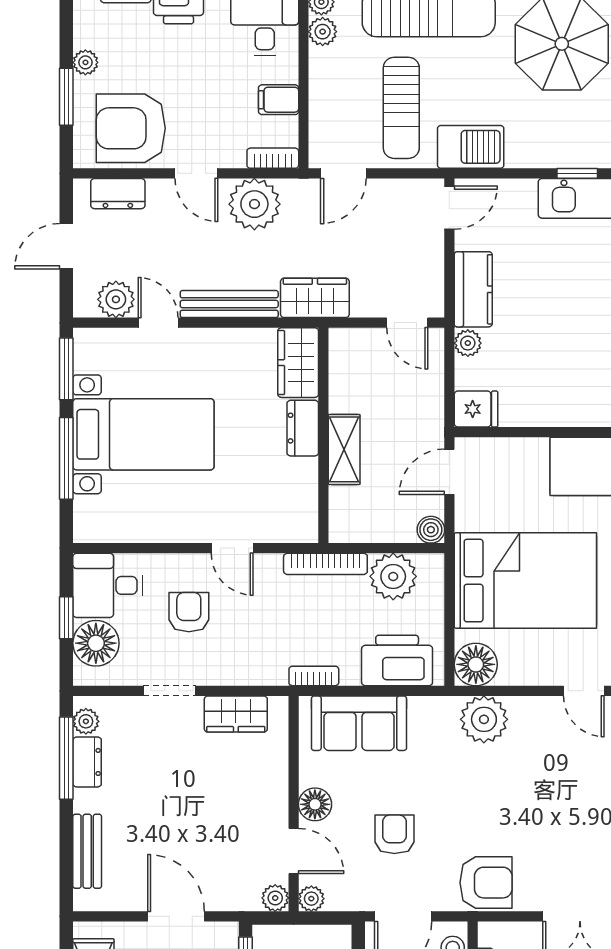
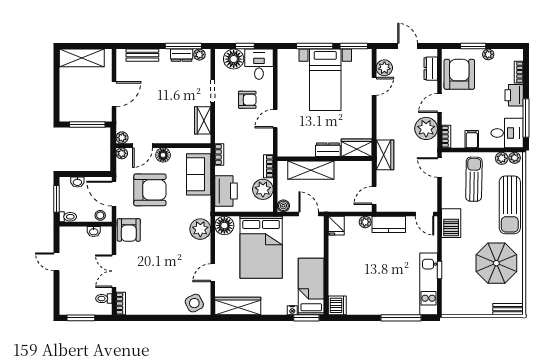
sun lounger: (401, 108) -> (474, 179), moved, turned 91
bench: (229, 304) -> (382, 117), removed
shelving: (344, 449) -> (311, 170), width x1.50, depth x1.33
bookcase: (325, 564) -> (268, 166), width x0.64
armchair: (394, 834) -> (150, 190), width x1.88, depth x1.88

